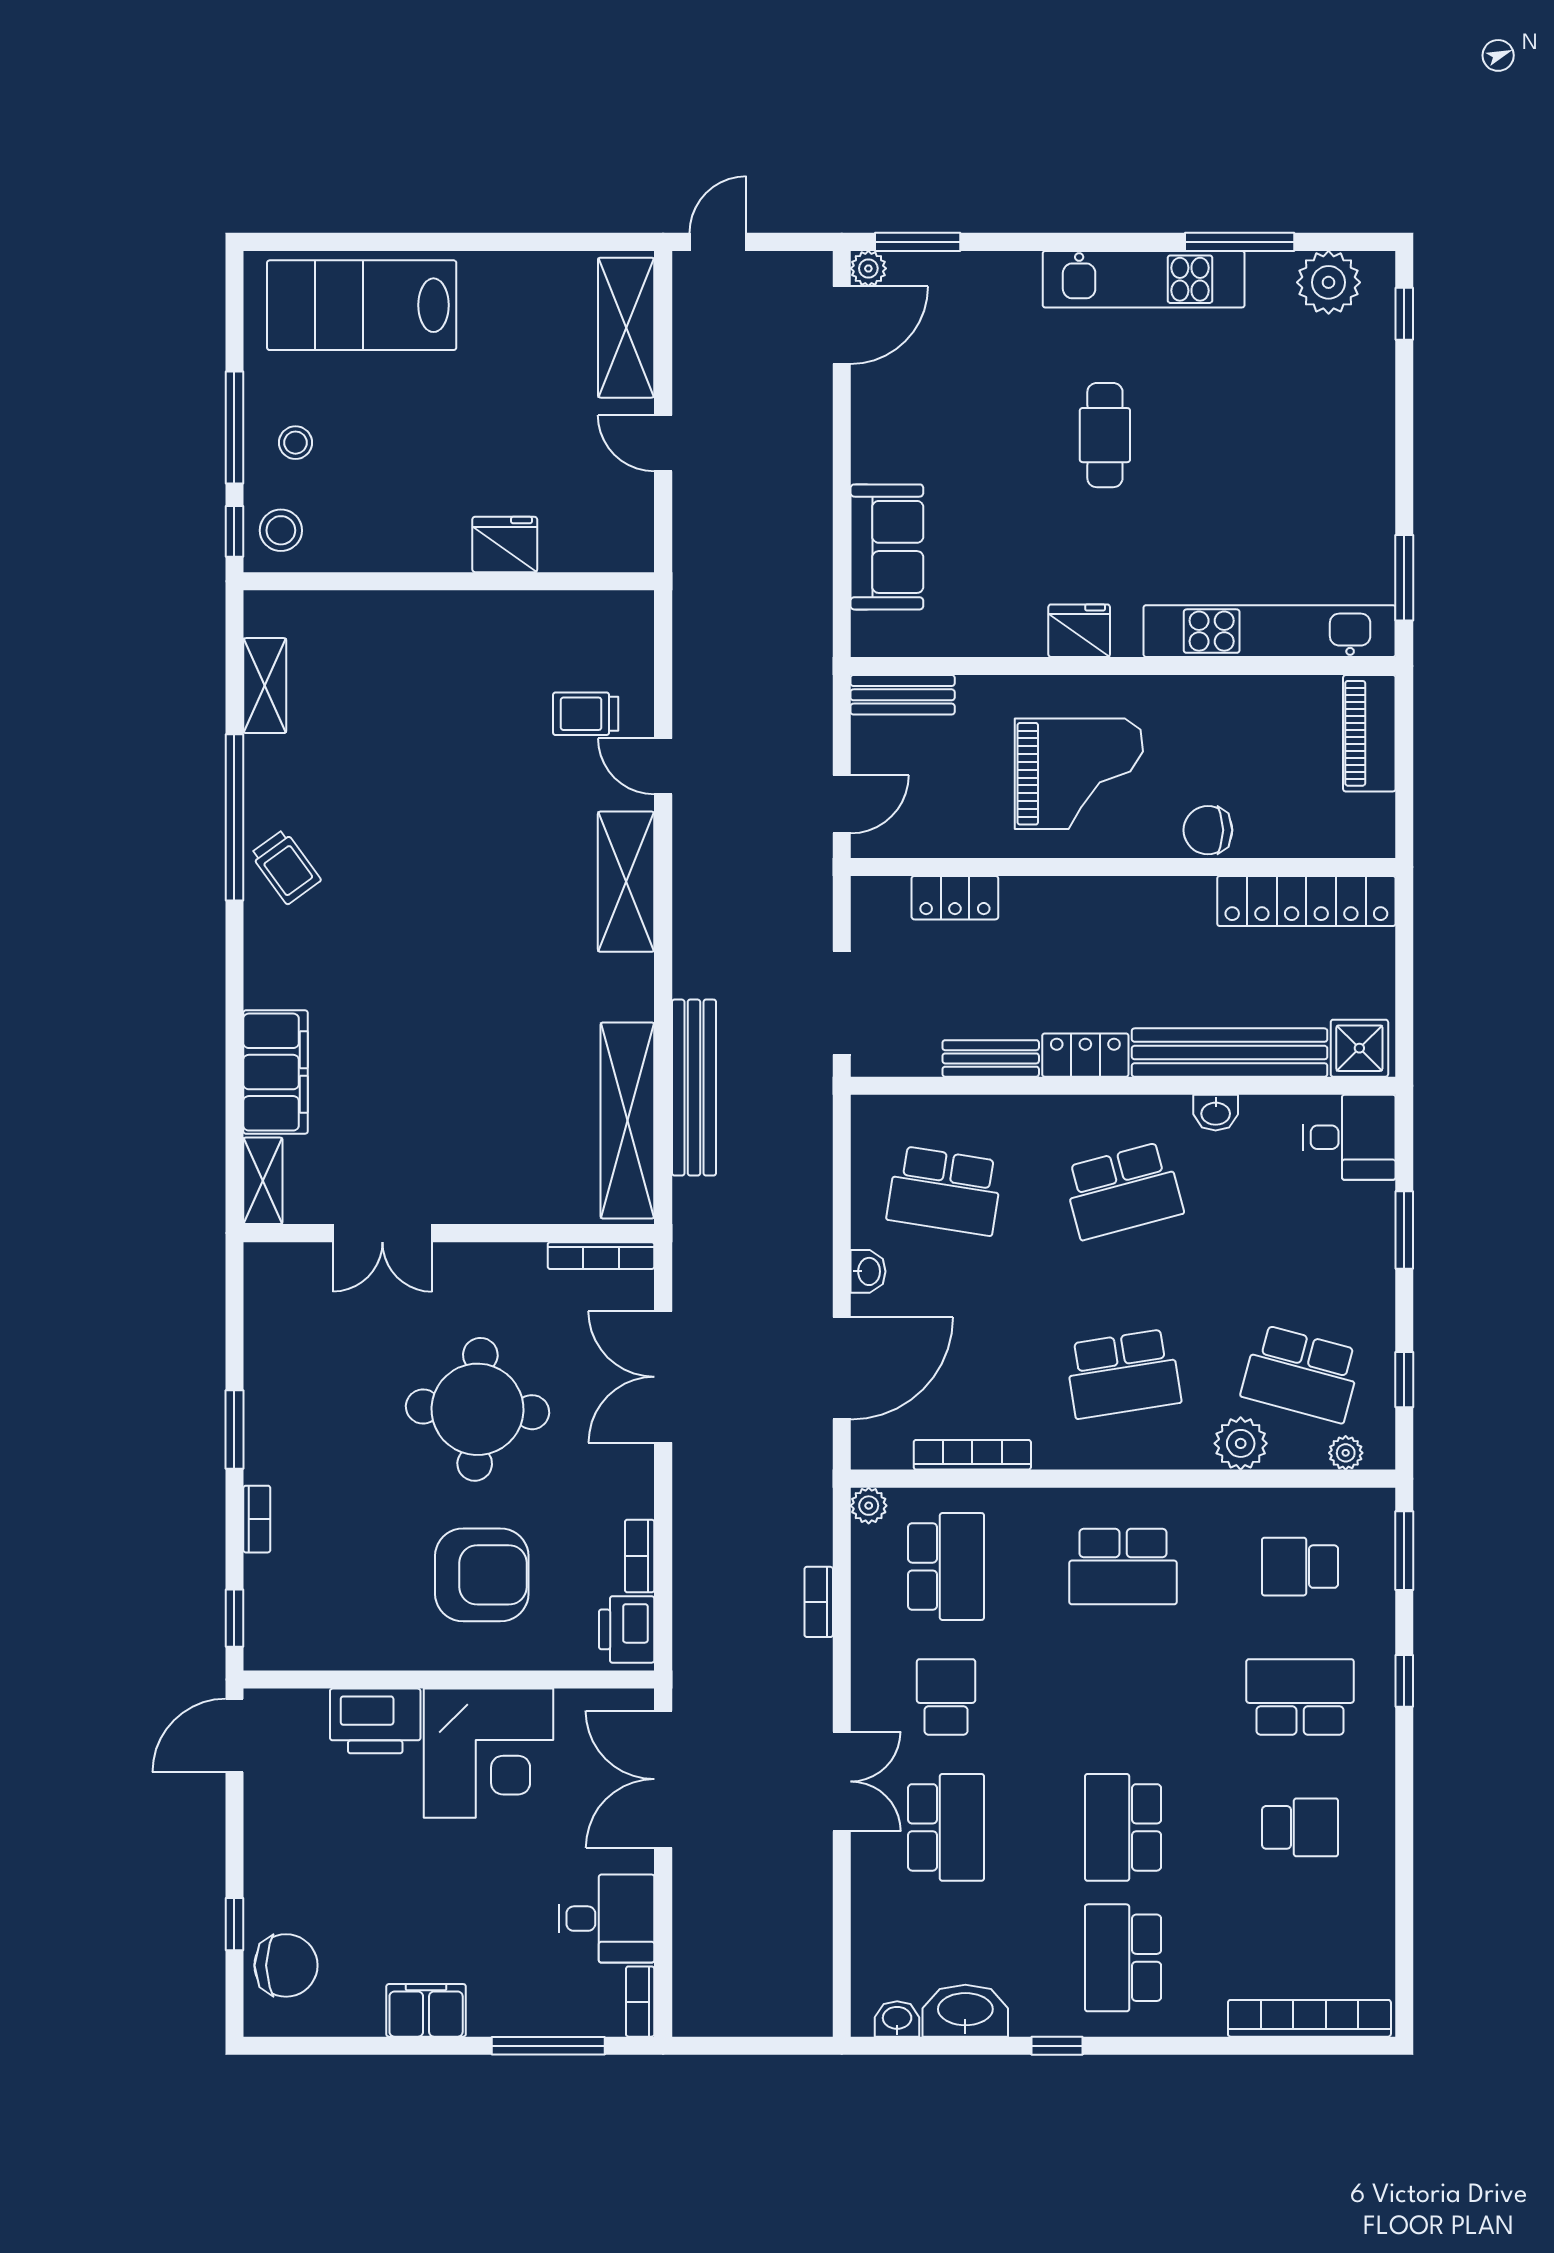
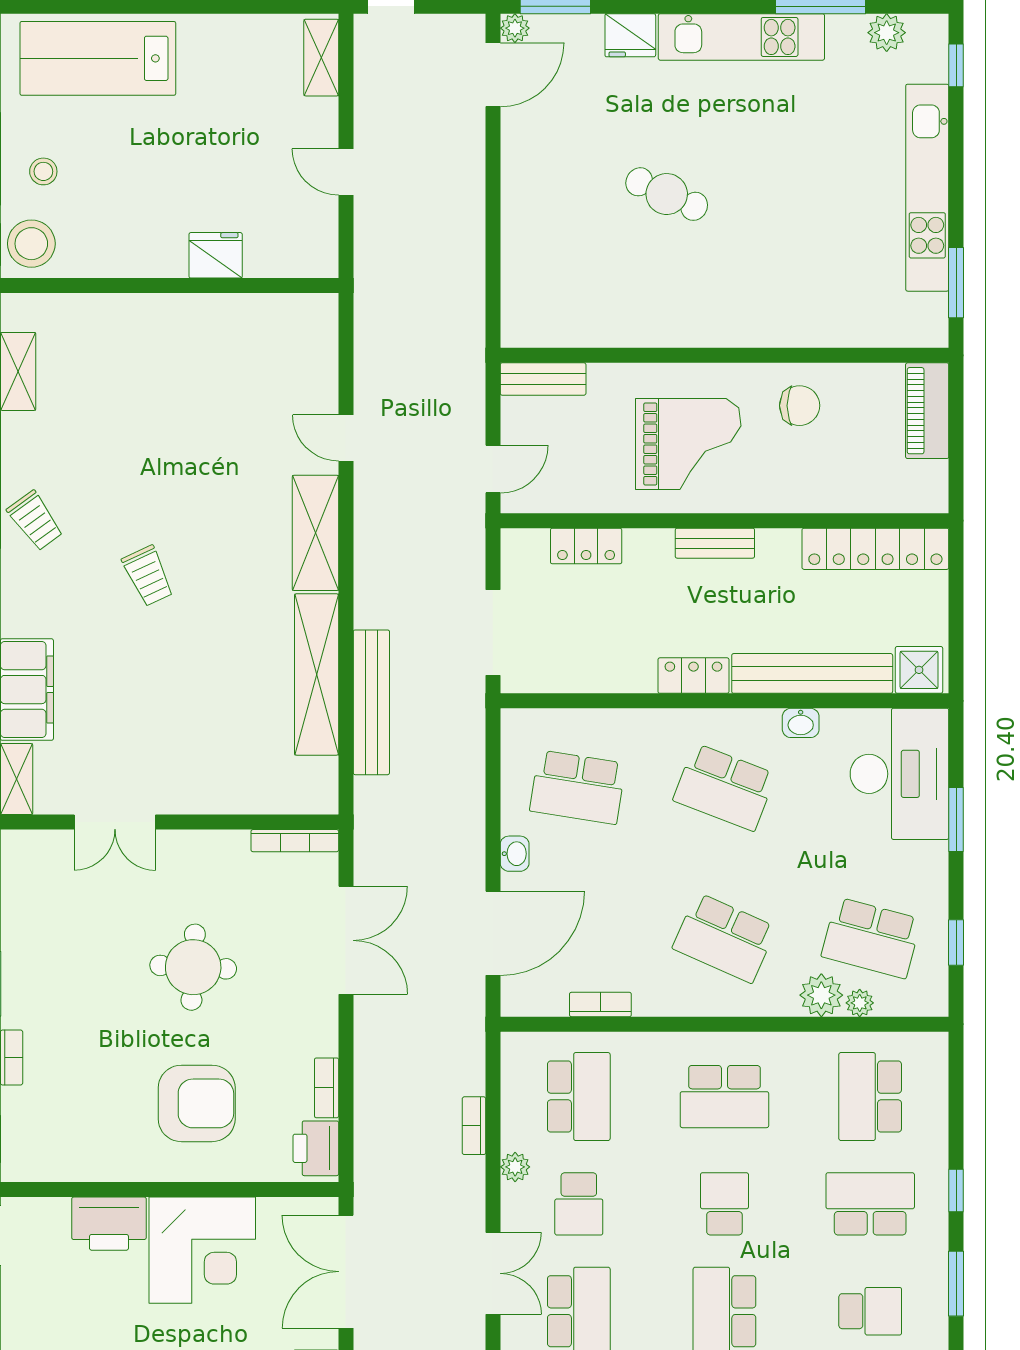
plant: (1329, 282) -> (887, 33), width x0.73, depth x0.73
shelving: (626, 328) -> (321, 58), width x0.67, depth x0.75
cafe table: (1105, 435) -> (667, 194), moved, turned -66
stool: (281, 530) -> (31, 244), width x1.38, depth x1.38
sofa: (887, 547) -> (530, 257), removed
fridge: (1079, 631) -> (630, 35), moved, turned 180
kitchen unit: (1270, 631) -> (927, 188), moved, turned -90
trolley: (586, 714) -> (148, 576), moved, turned -115
chair: (1208, 830) -> (800, 406), moved, turned 180
bench: (991, 1058) -> (715, 543), moved
shelving: (627, 1120) -> (317, 674), moved
desk: (1349, 1137) -> (899, 774), width x1.87, depth x1.30
school desk: (1123, 1191) -> (724, 787), turned 36
school desk: (1123, 1374) -> (724, 938), turned 33
double door: (663, 1377) -> (346, 940), swing flipped
round table: (478, 1409) -> (193, 967), width x0.73, depth x0.73
plant: (1346, 1453) -> (860, 1003), moved
bookcase: (972, 1455) -> (600, 1005), width x0.64
plant: (869, 1506) -> (515, 1167), moved
window: (1404, 1551) -> (956, 1284), moved
school desk: (1300, 1567) -> (870, 1097), width x1.85
school desk: (946, 1697) -> (579, 1204), turned 180
school desk: (1123, 1697) -> (724, 1204), added

